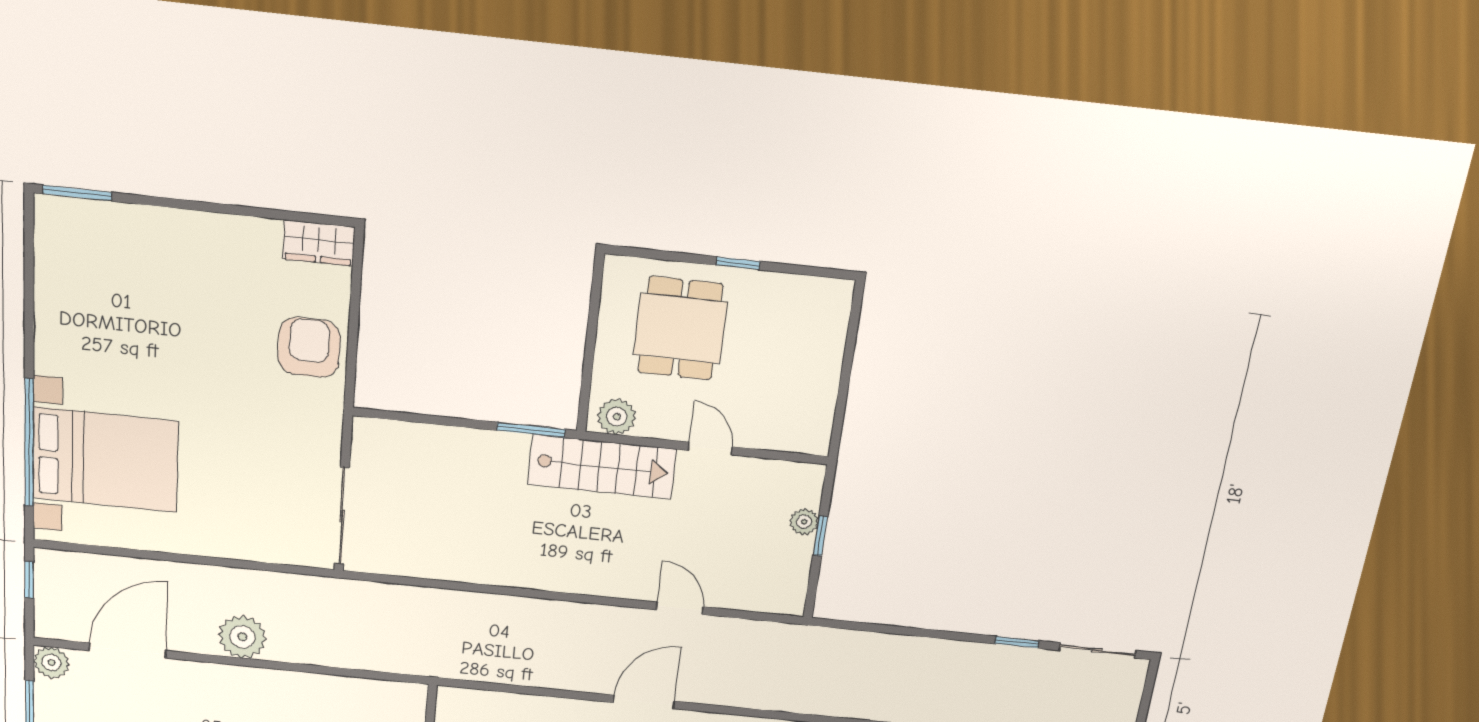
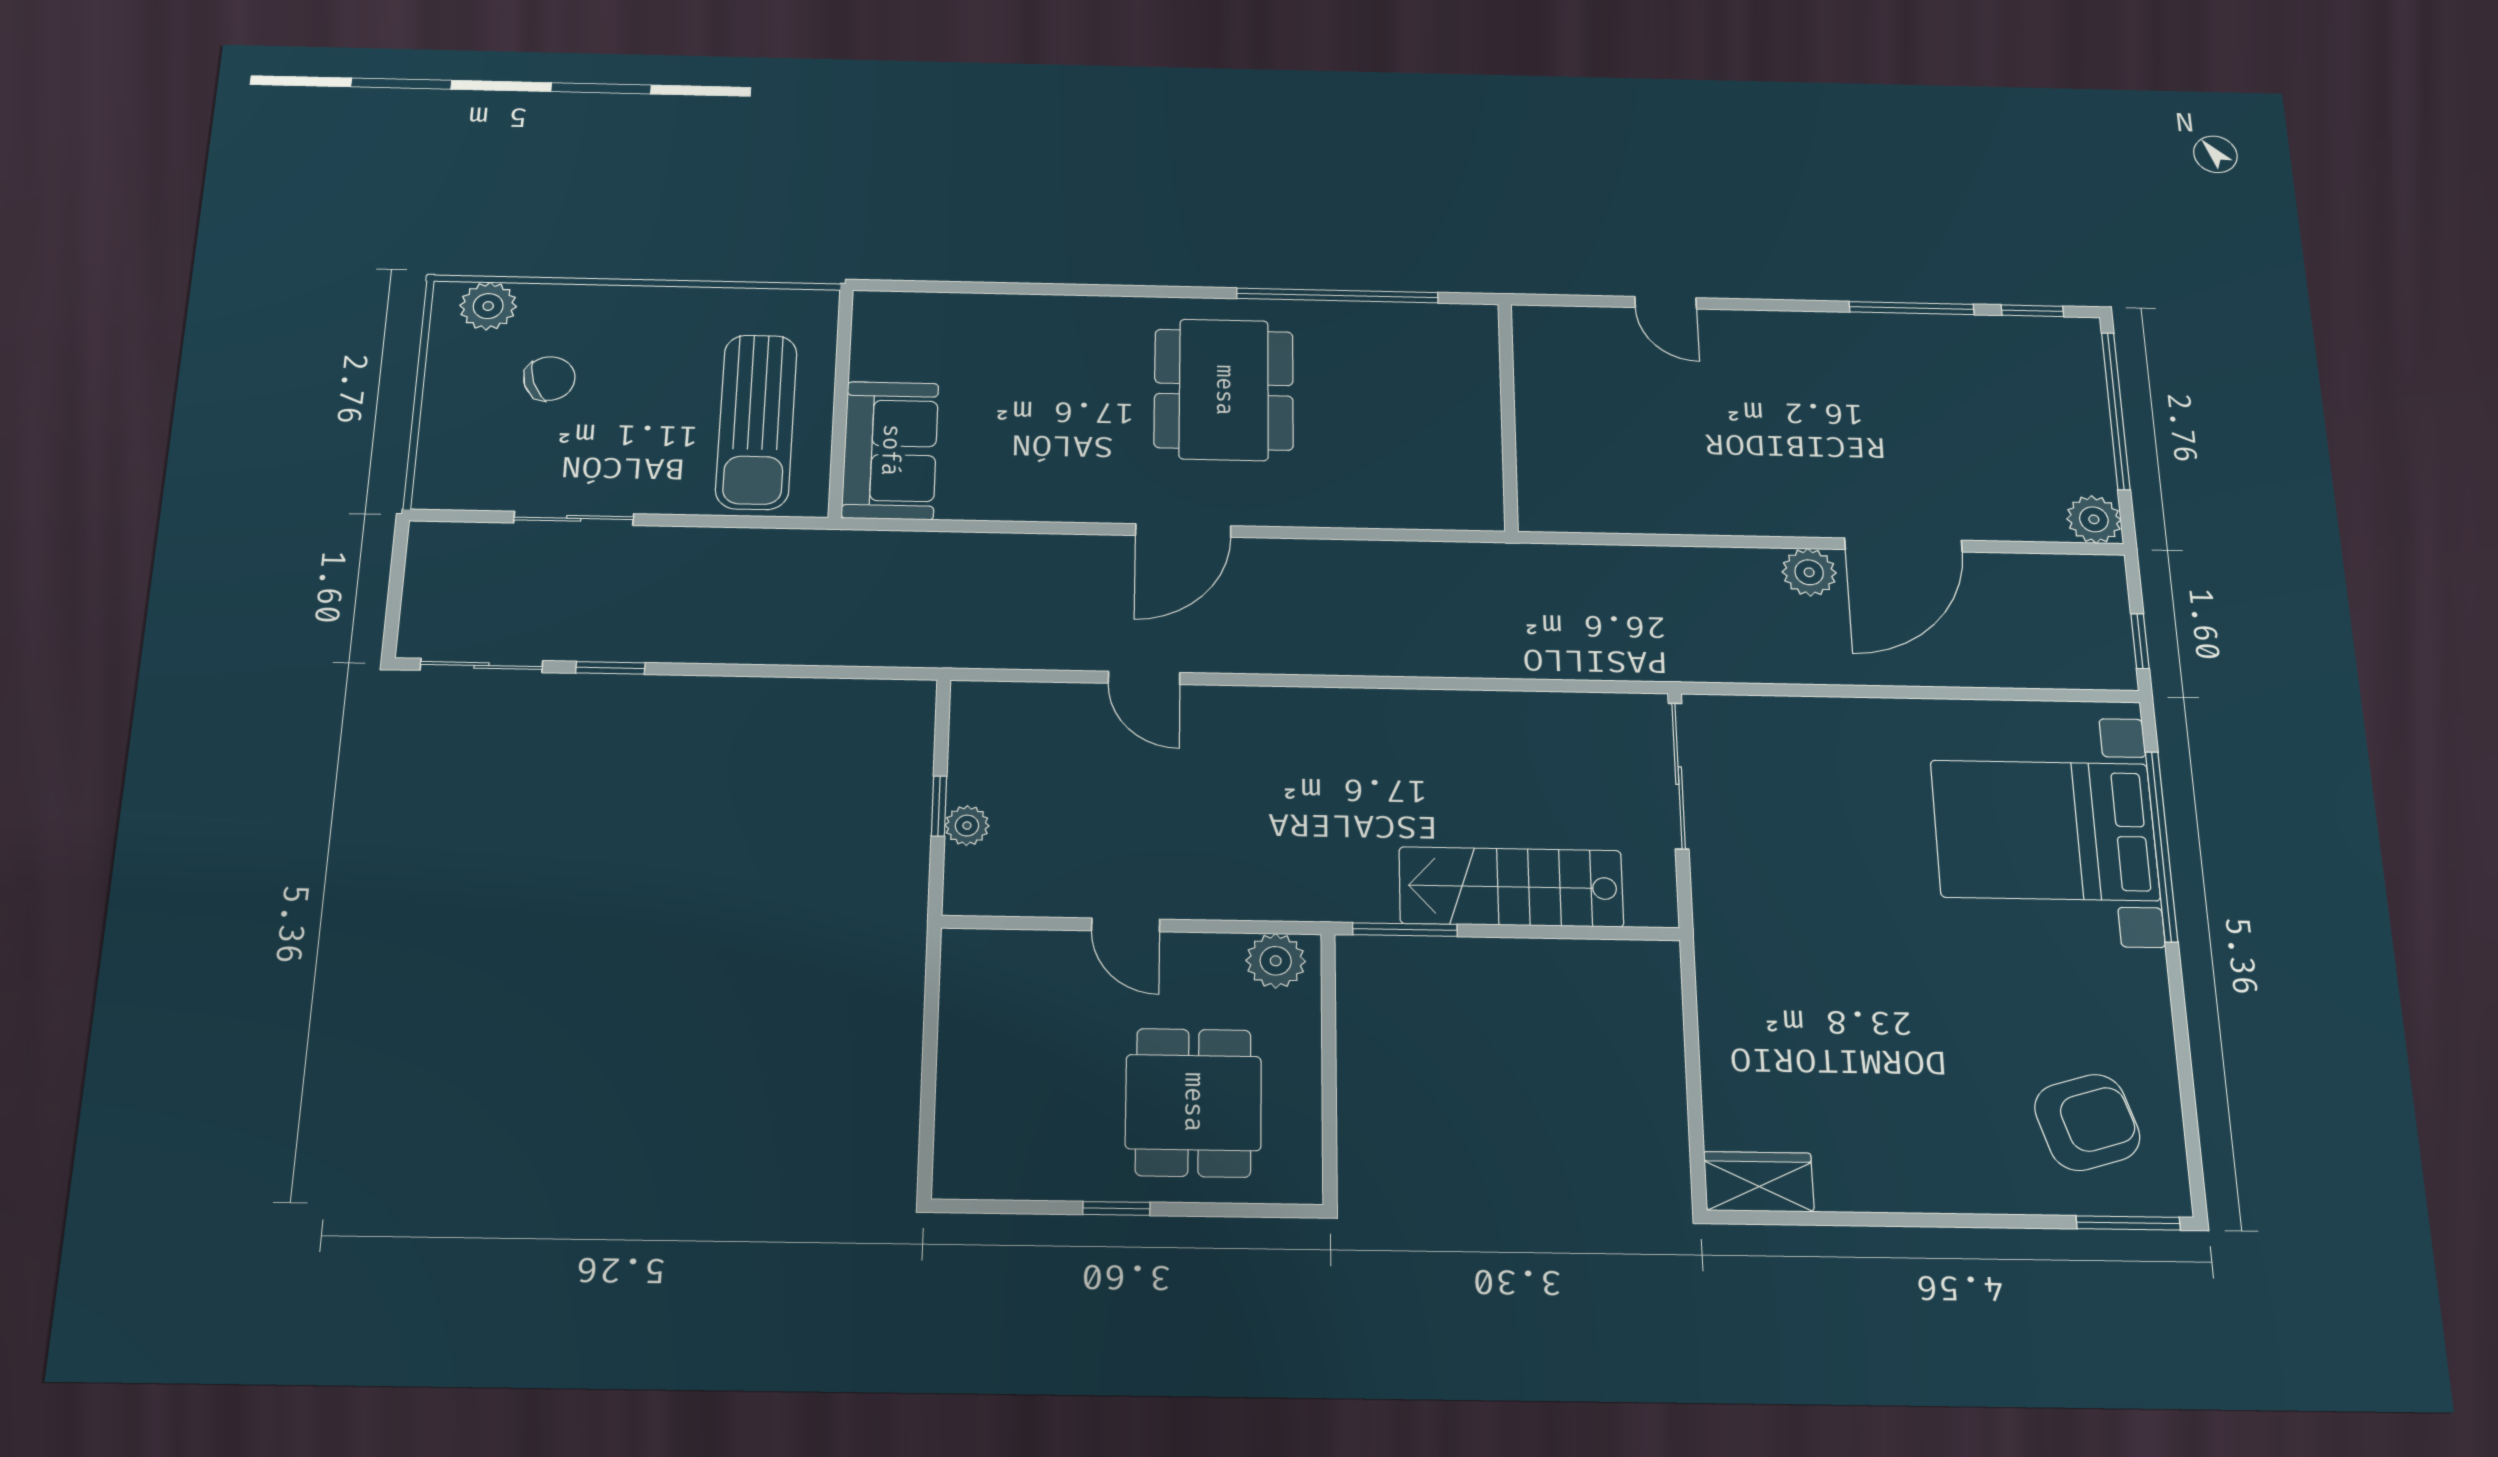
armchair: (309, 347) -> (2087, 1122), moved, turned -107
stairs: (602, 467) -> (1511, 887), moved
plant: (242, 637) -> (1809, 572), width x0.73, depth x0.73
door: (128, 651) -> (1903, 545), moved

